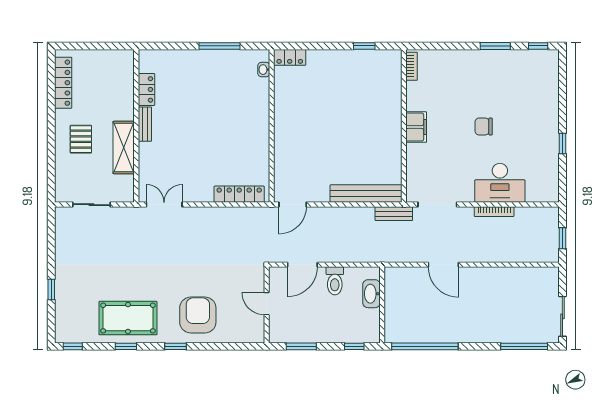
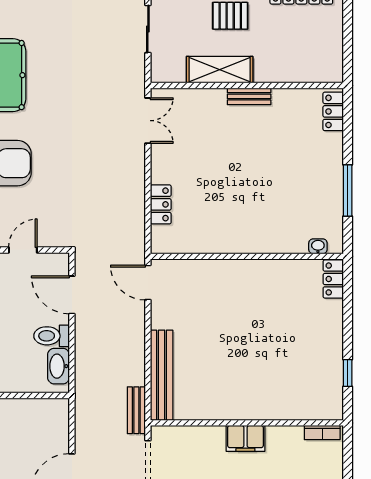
locker: (146, 89) -> (333, 111), moved, turned 90
locker: (239, 194) -> (161, 204), width x0.66
washbasin: (372, 294) -> (58, 366), moved, turned -90

